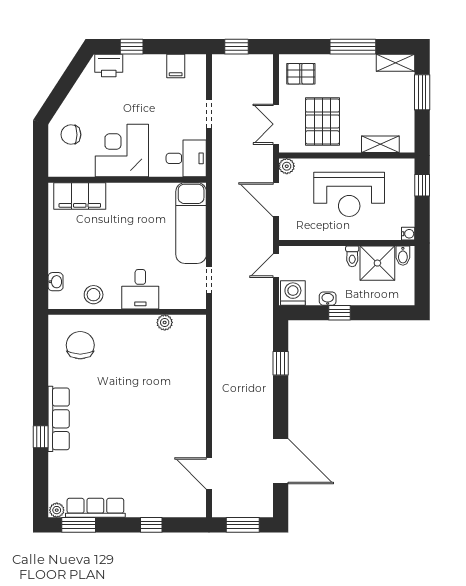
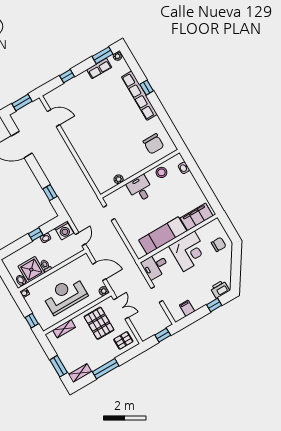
exam couch: (191, 223) -> (163, 236), moved, turned -90
row of seats: (59, 419) -> (139, 96), width x1.36
row of seats: (95, 508) -> (99, 68), width x0.68

